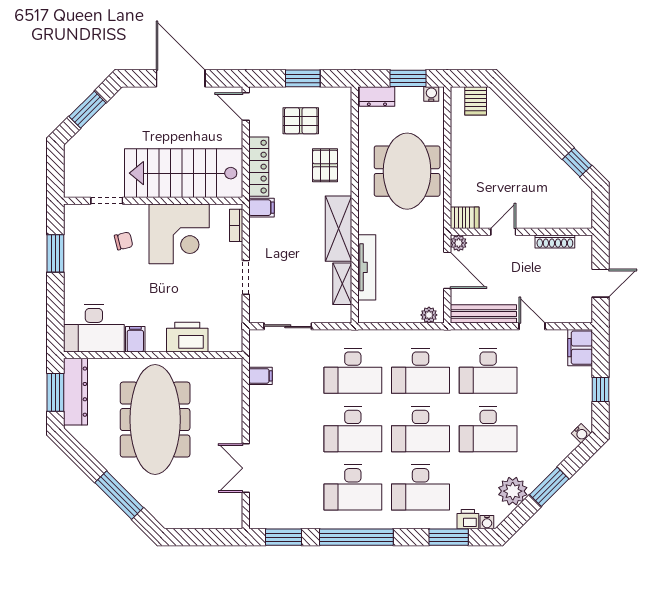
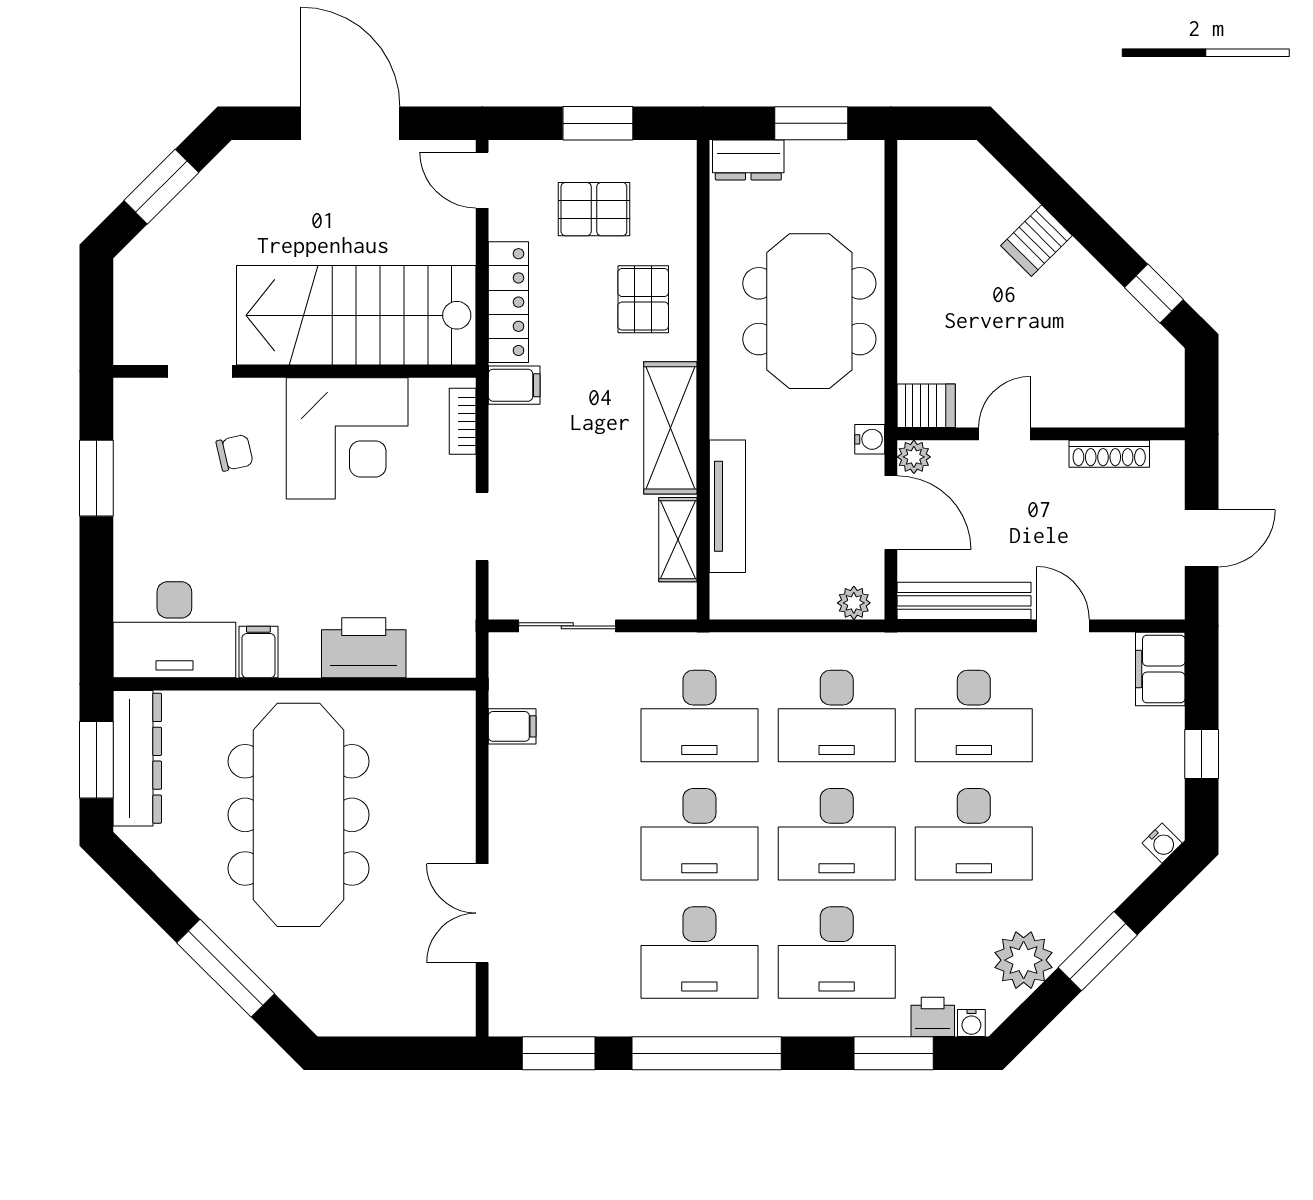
water cooler: (431, 94) -> (870, 439), moved, turned 90
server rack: (476, 101) -> (1037, 241), moved, turned 45

